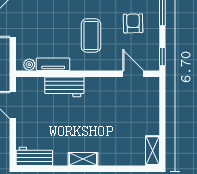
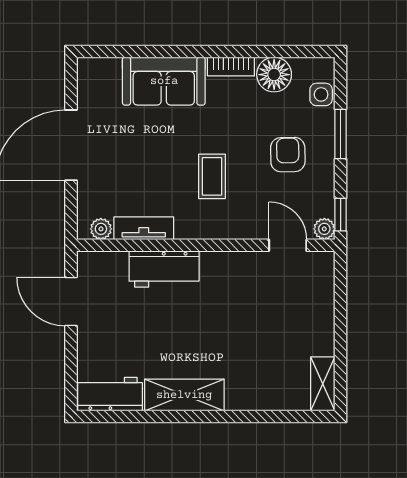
coffee table: (91, 35) -> (212, 176), width x0.73, depth x0.77
plant: (153, 65) -> (324, 229), added
shelving: (83, 159) -> (184, 395), width x1.50, depth x1.33

